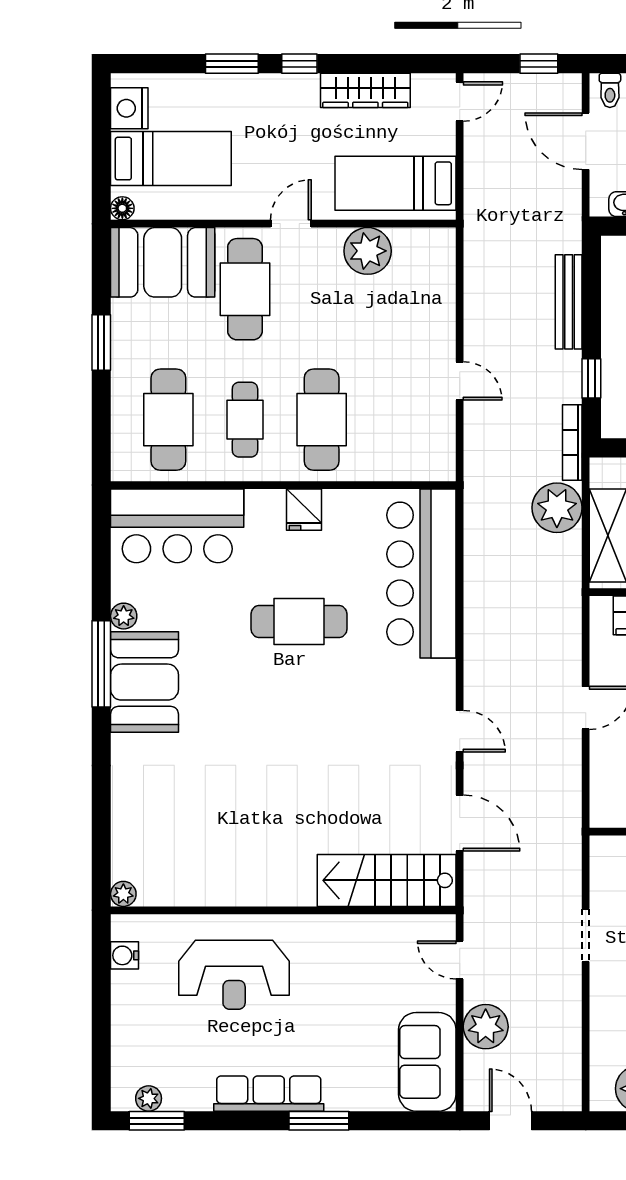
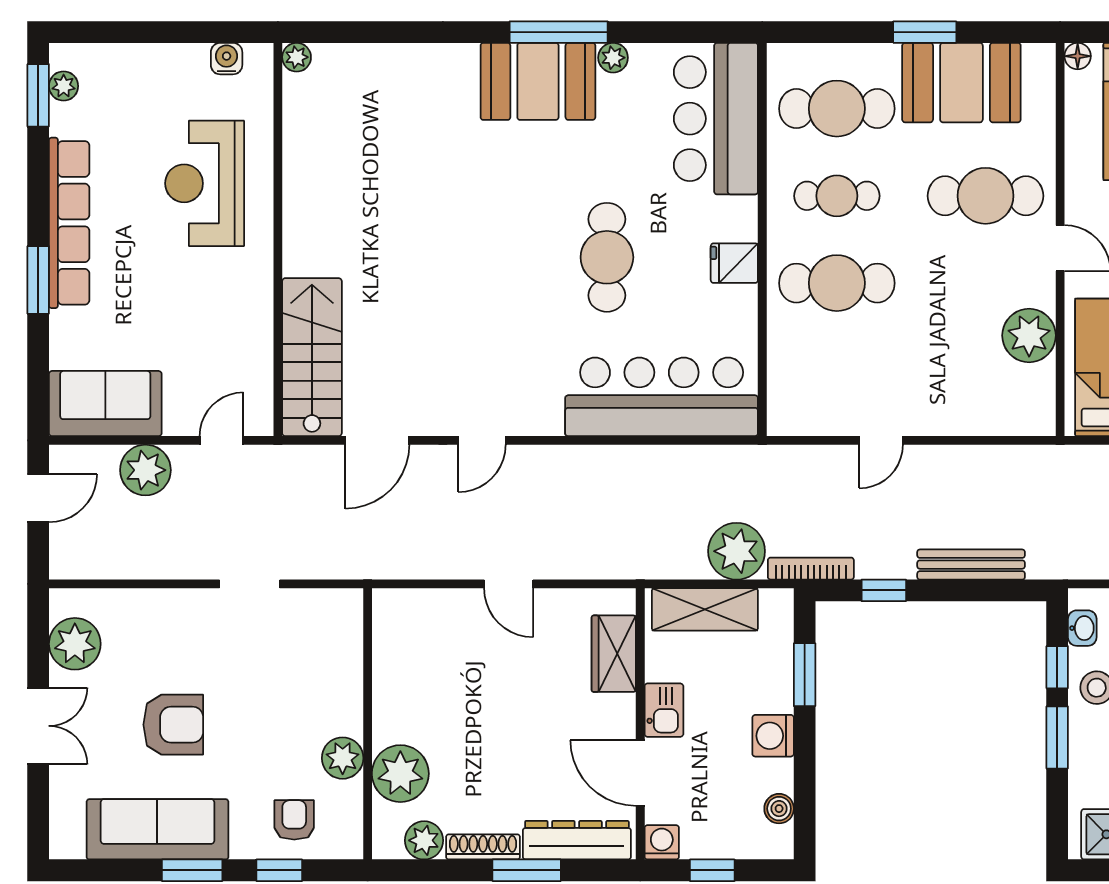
booth: (163, 262) -> (961, 83), moved, turned 90
row of seats: (269, 1094) -> (69, 223), width x1.36

